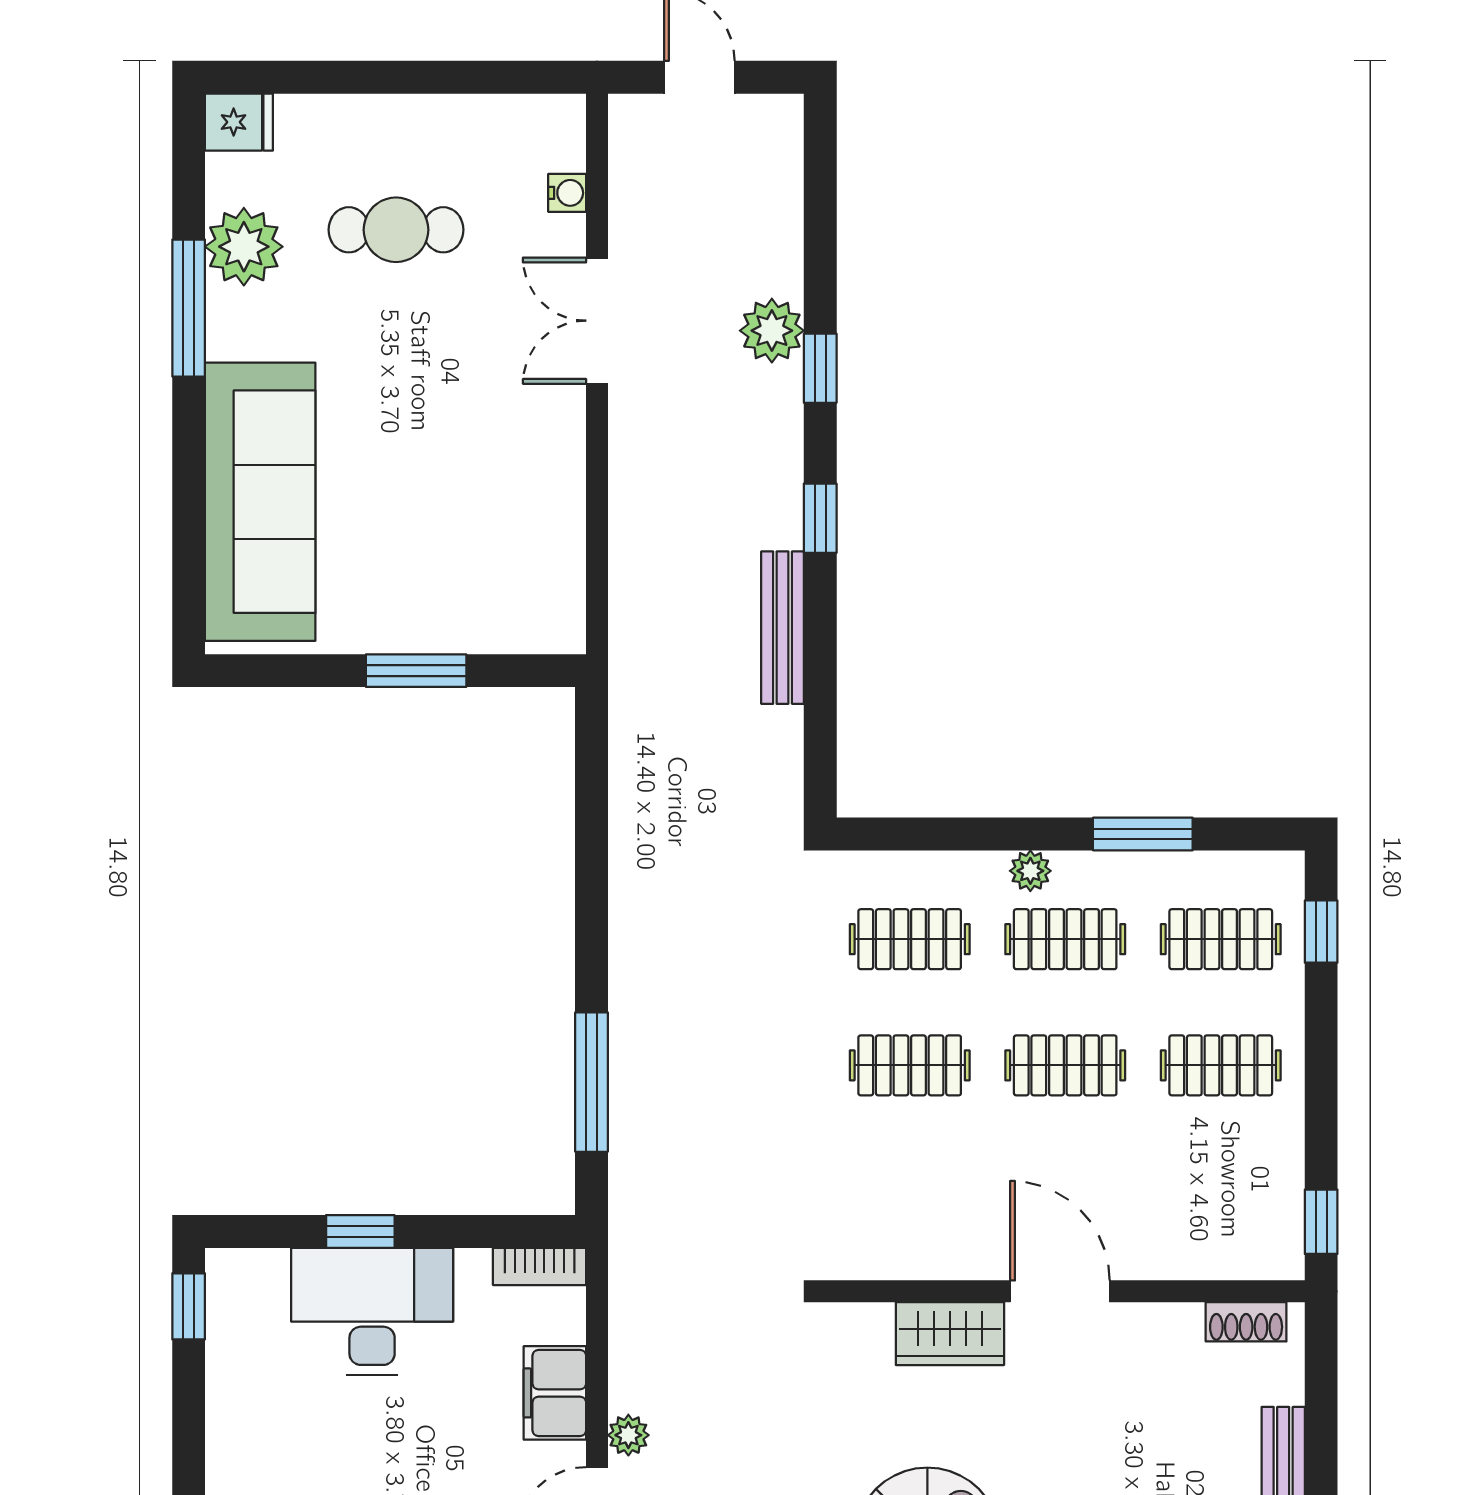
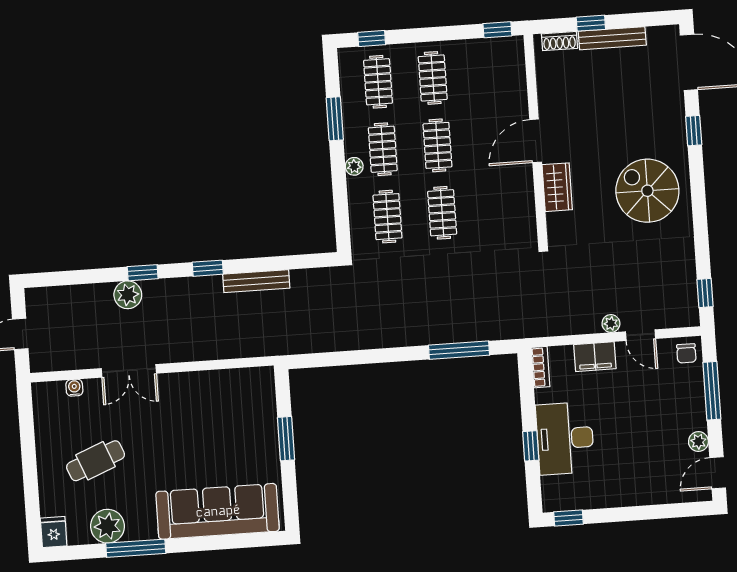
cafe table: (396, 230) -> (96, 461), turned 68
shoe rack: (1246, 1322) -> (559, 41), moved, turned 90
window: (1321, 1437) -> (591, 23), added

